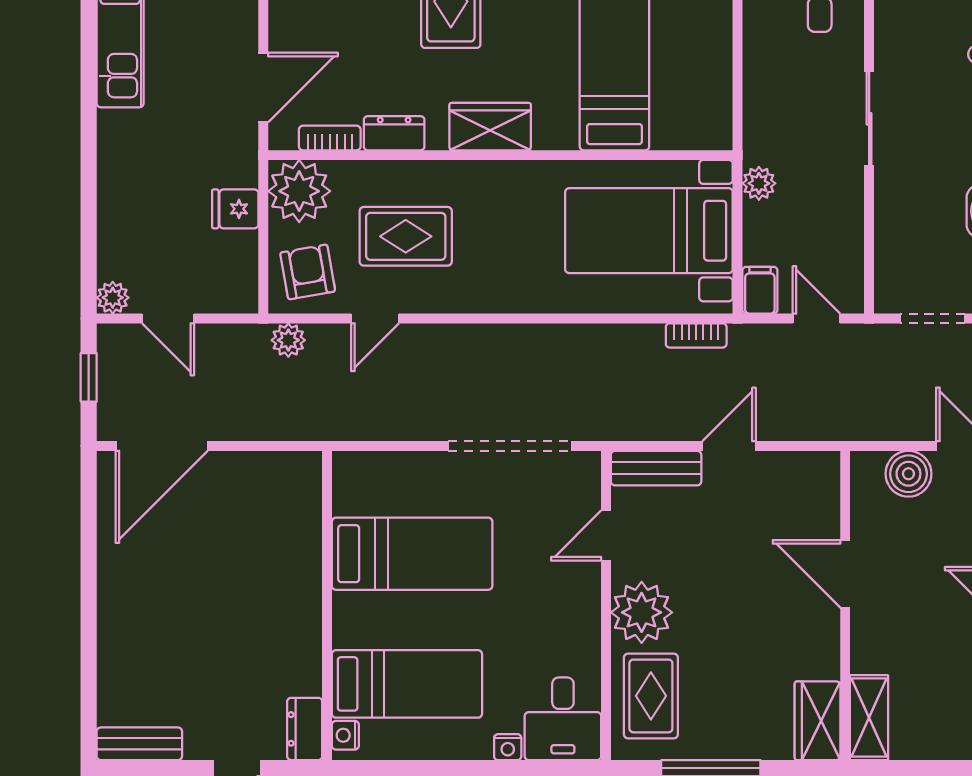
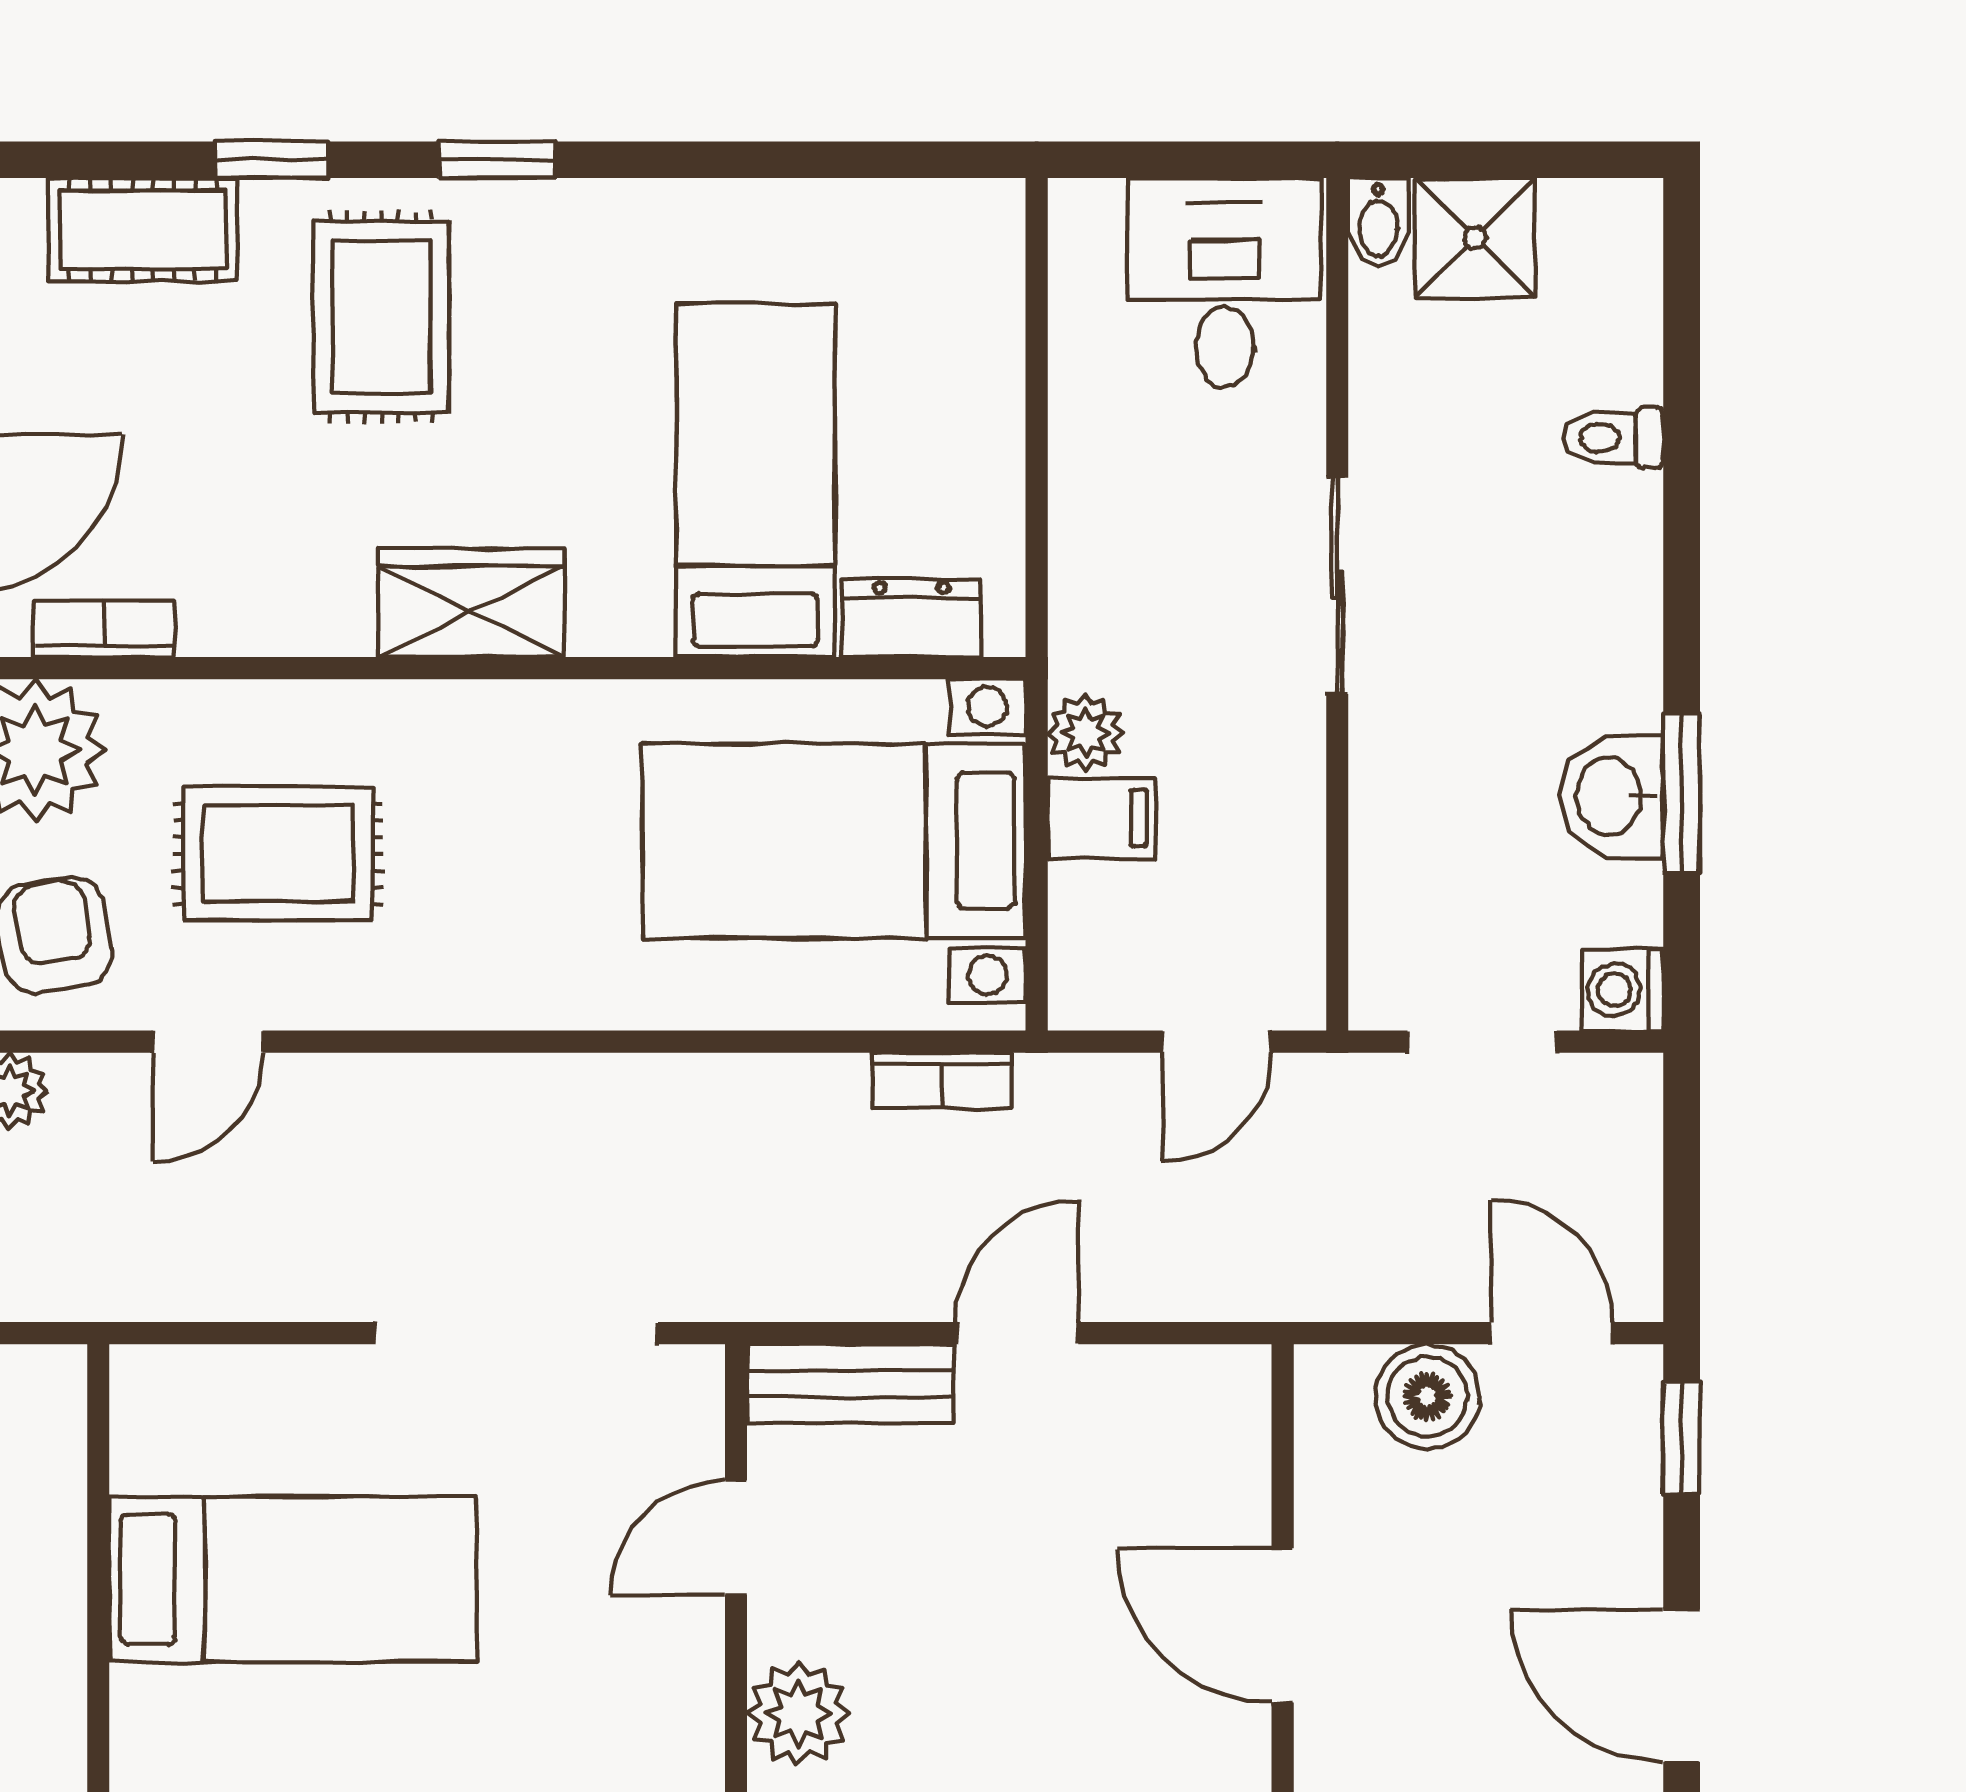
dresser: (394, 133) -> (911, 618), moved
filing cabinet: (760, 290) -> (1101, 818), moved, turned 90
door: (816, 318) -> (1217, 1042), swing flipped
plant: (642, 612) -> (798, 1713), width x0.73, depth x0.73

